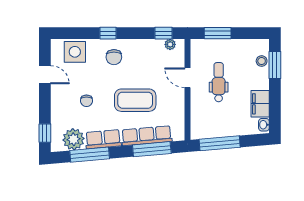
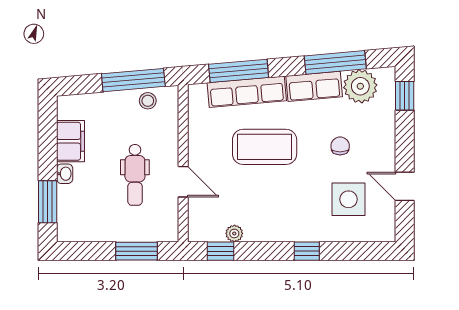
plant: (170, 44) -> (234, 233), moved
side table: (75, 52) -> (349, 199), moved
chair: (114, 57) -> (298, 214), removed
stool: (262, 61) -> (148, 101), moved
washbasin: (264, 125) -> (65, 174), moved

